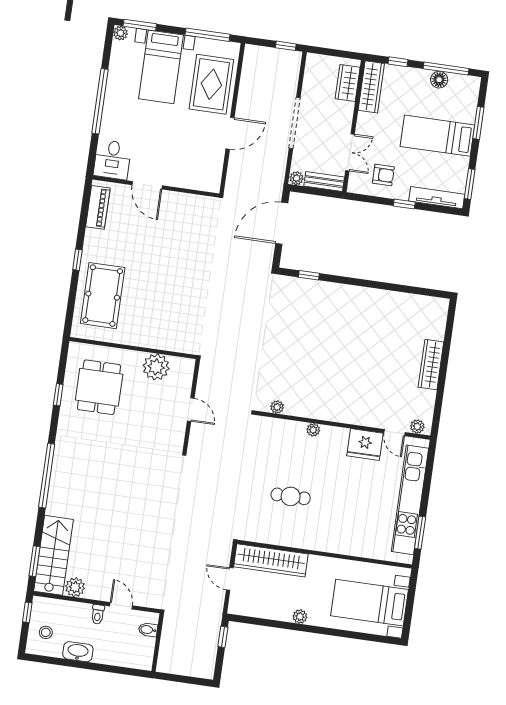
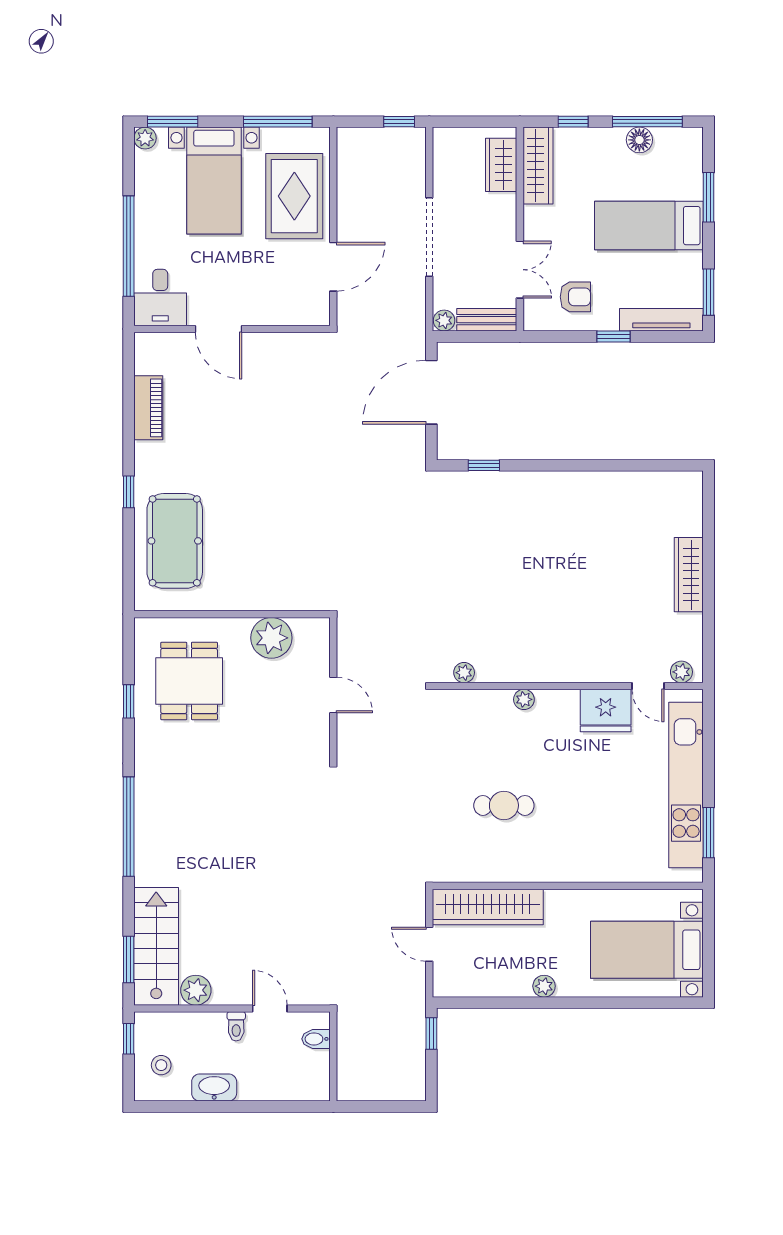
desk: (112, 160) -> (160, 297), moved
door: (147, 185) -> (219, 329), moved
wall: (156, 187) -> (232, 329), moved

